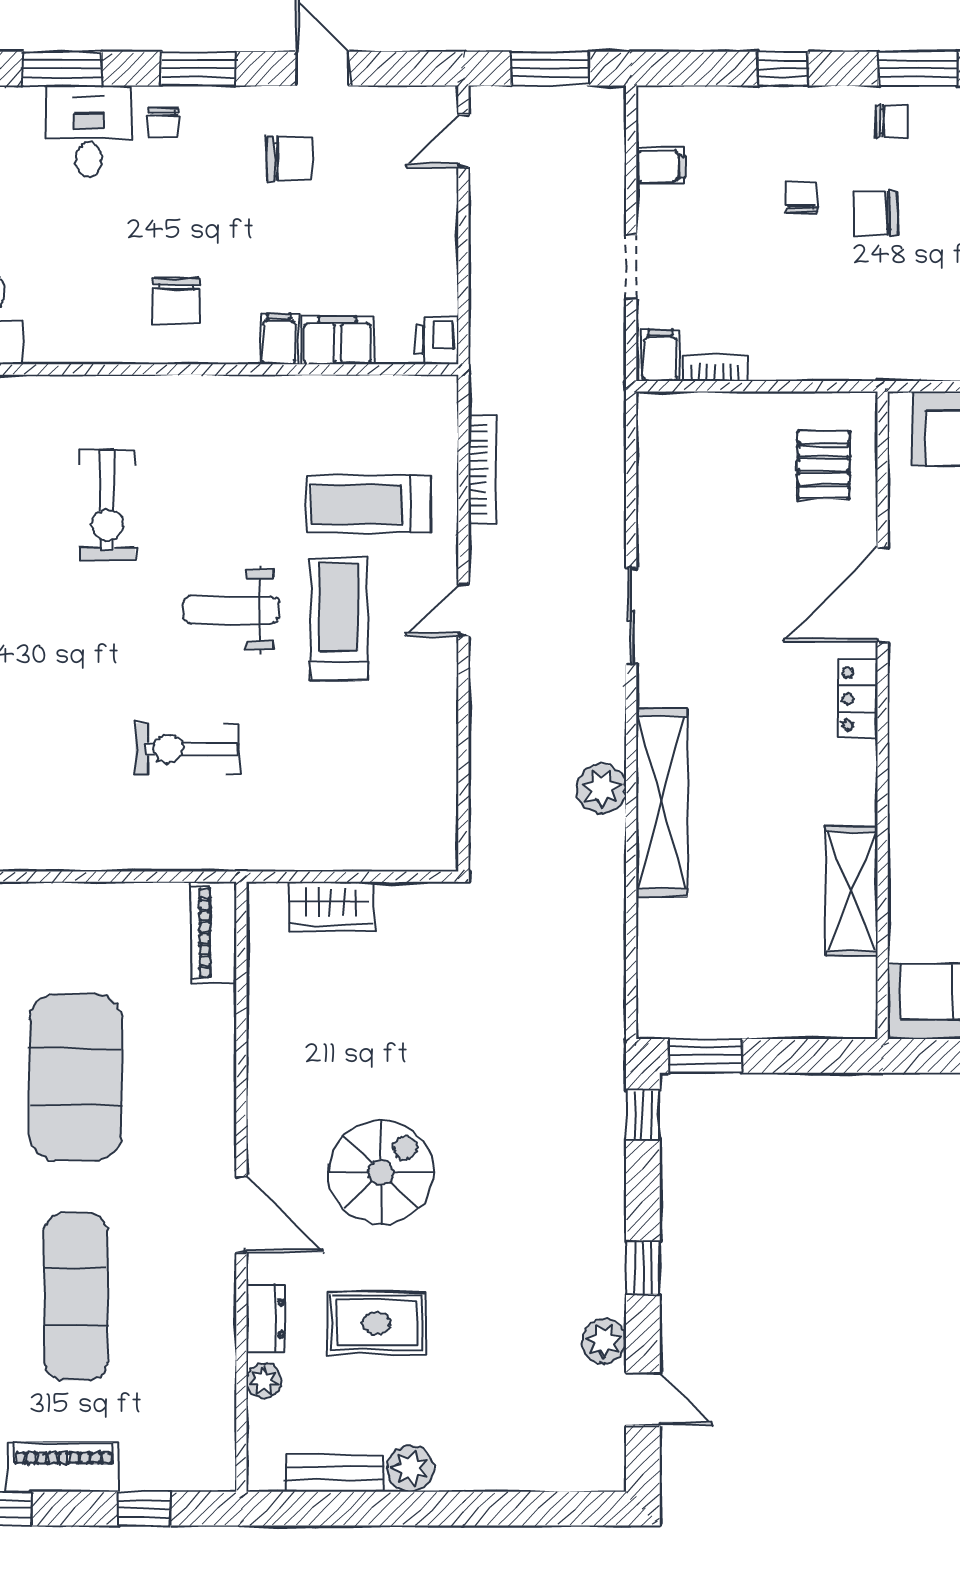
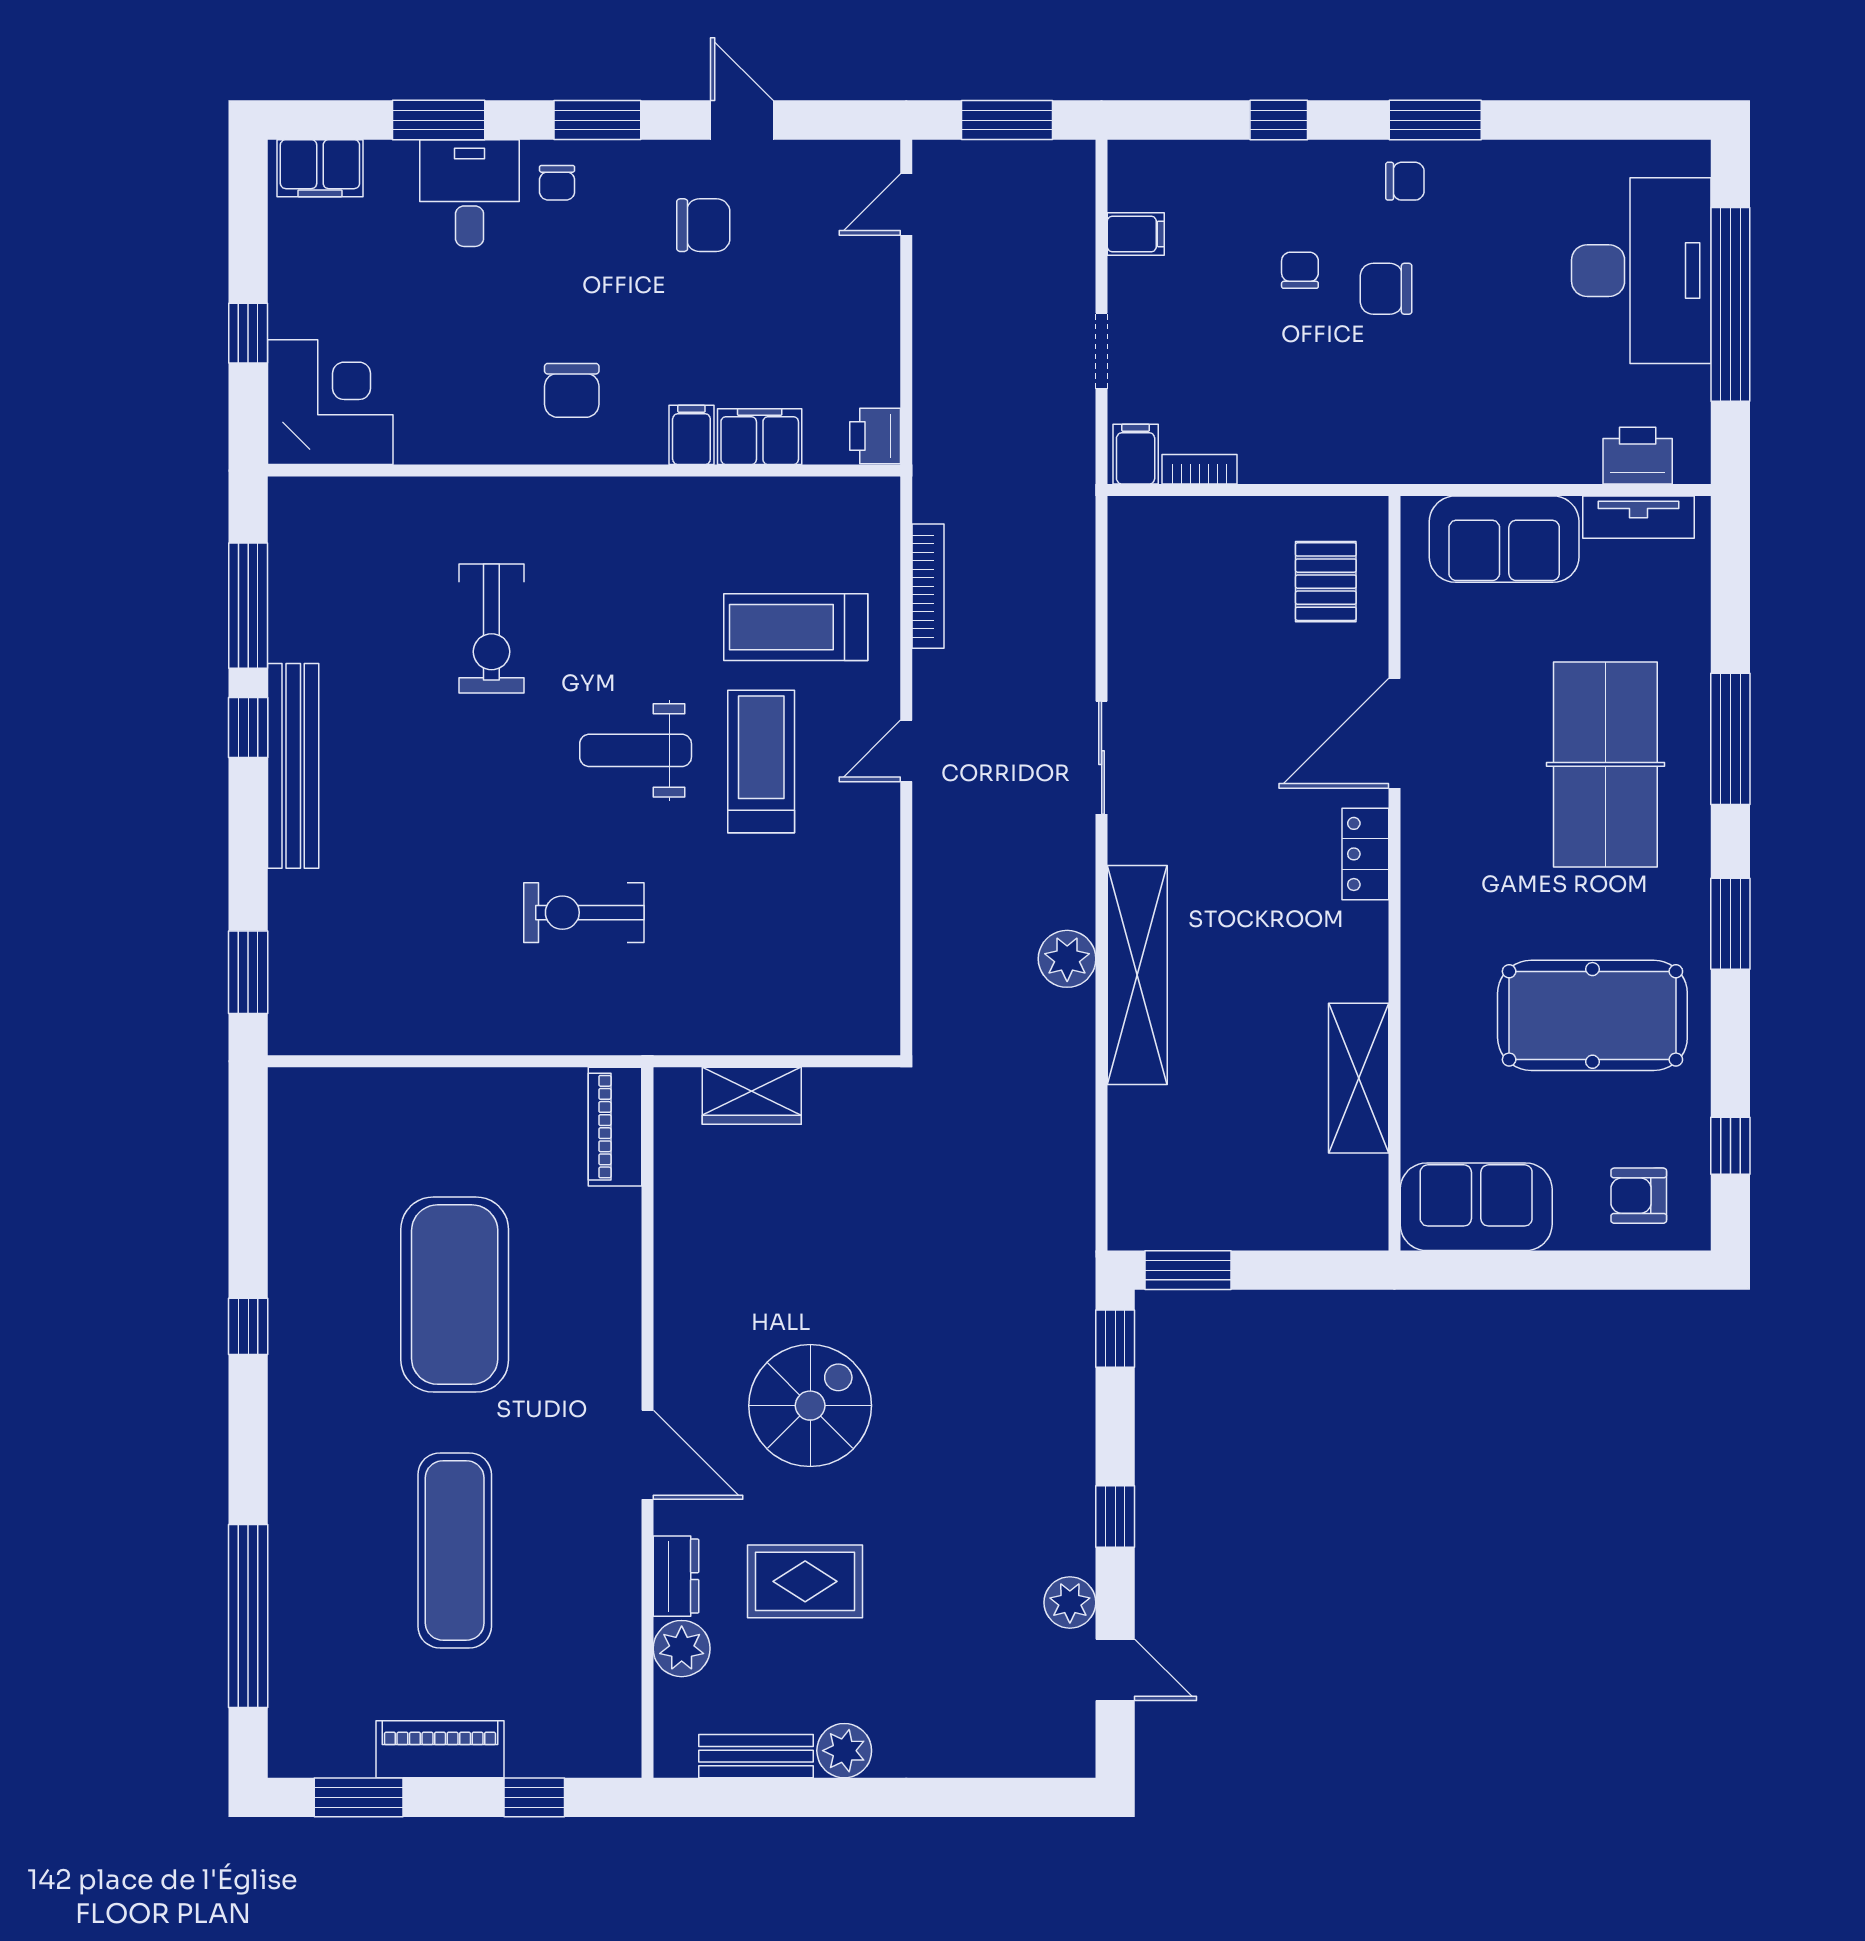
plant: (264, 1381) -> (682, 1649), width x1.38, depth x1.38

